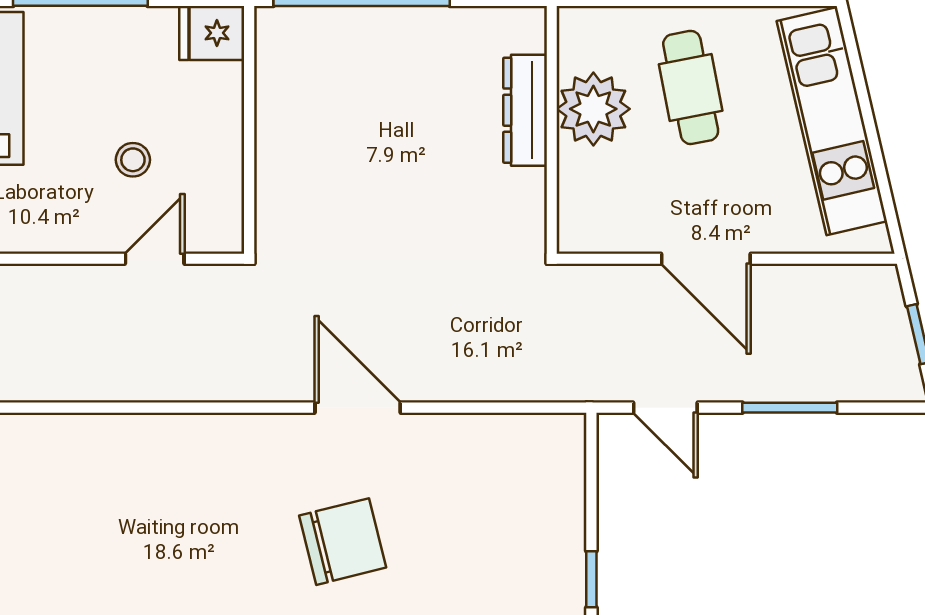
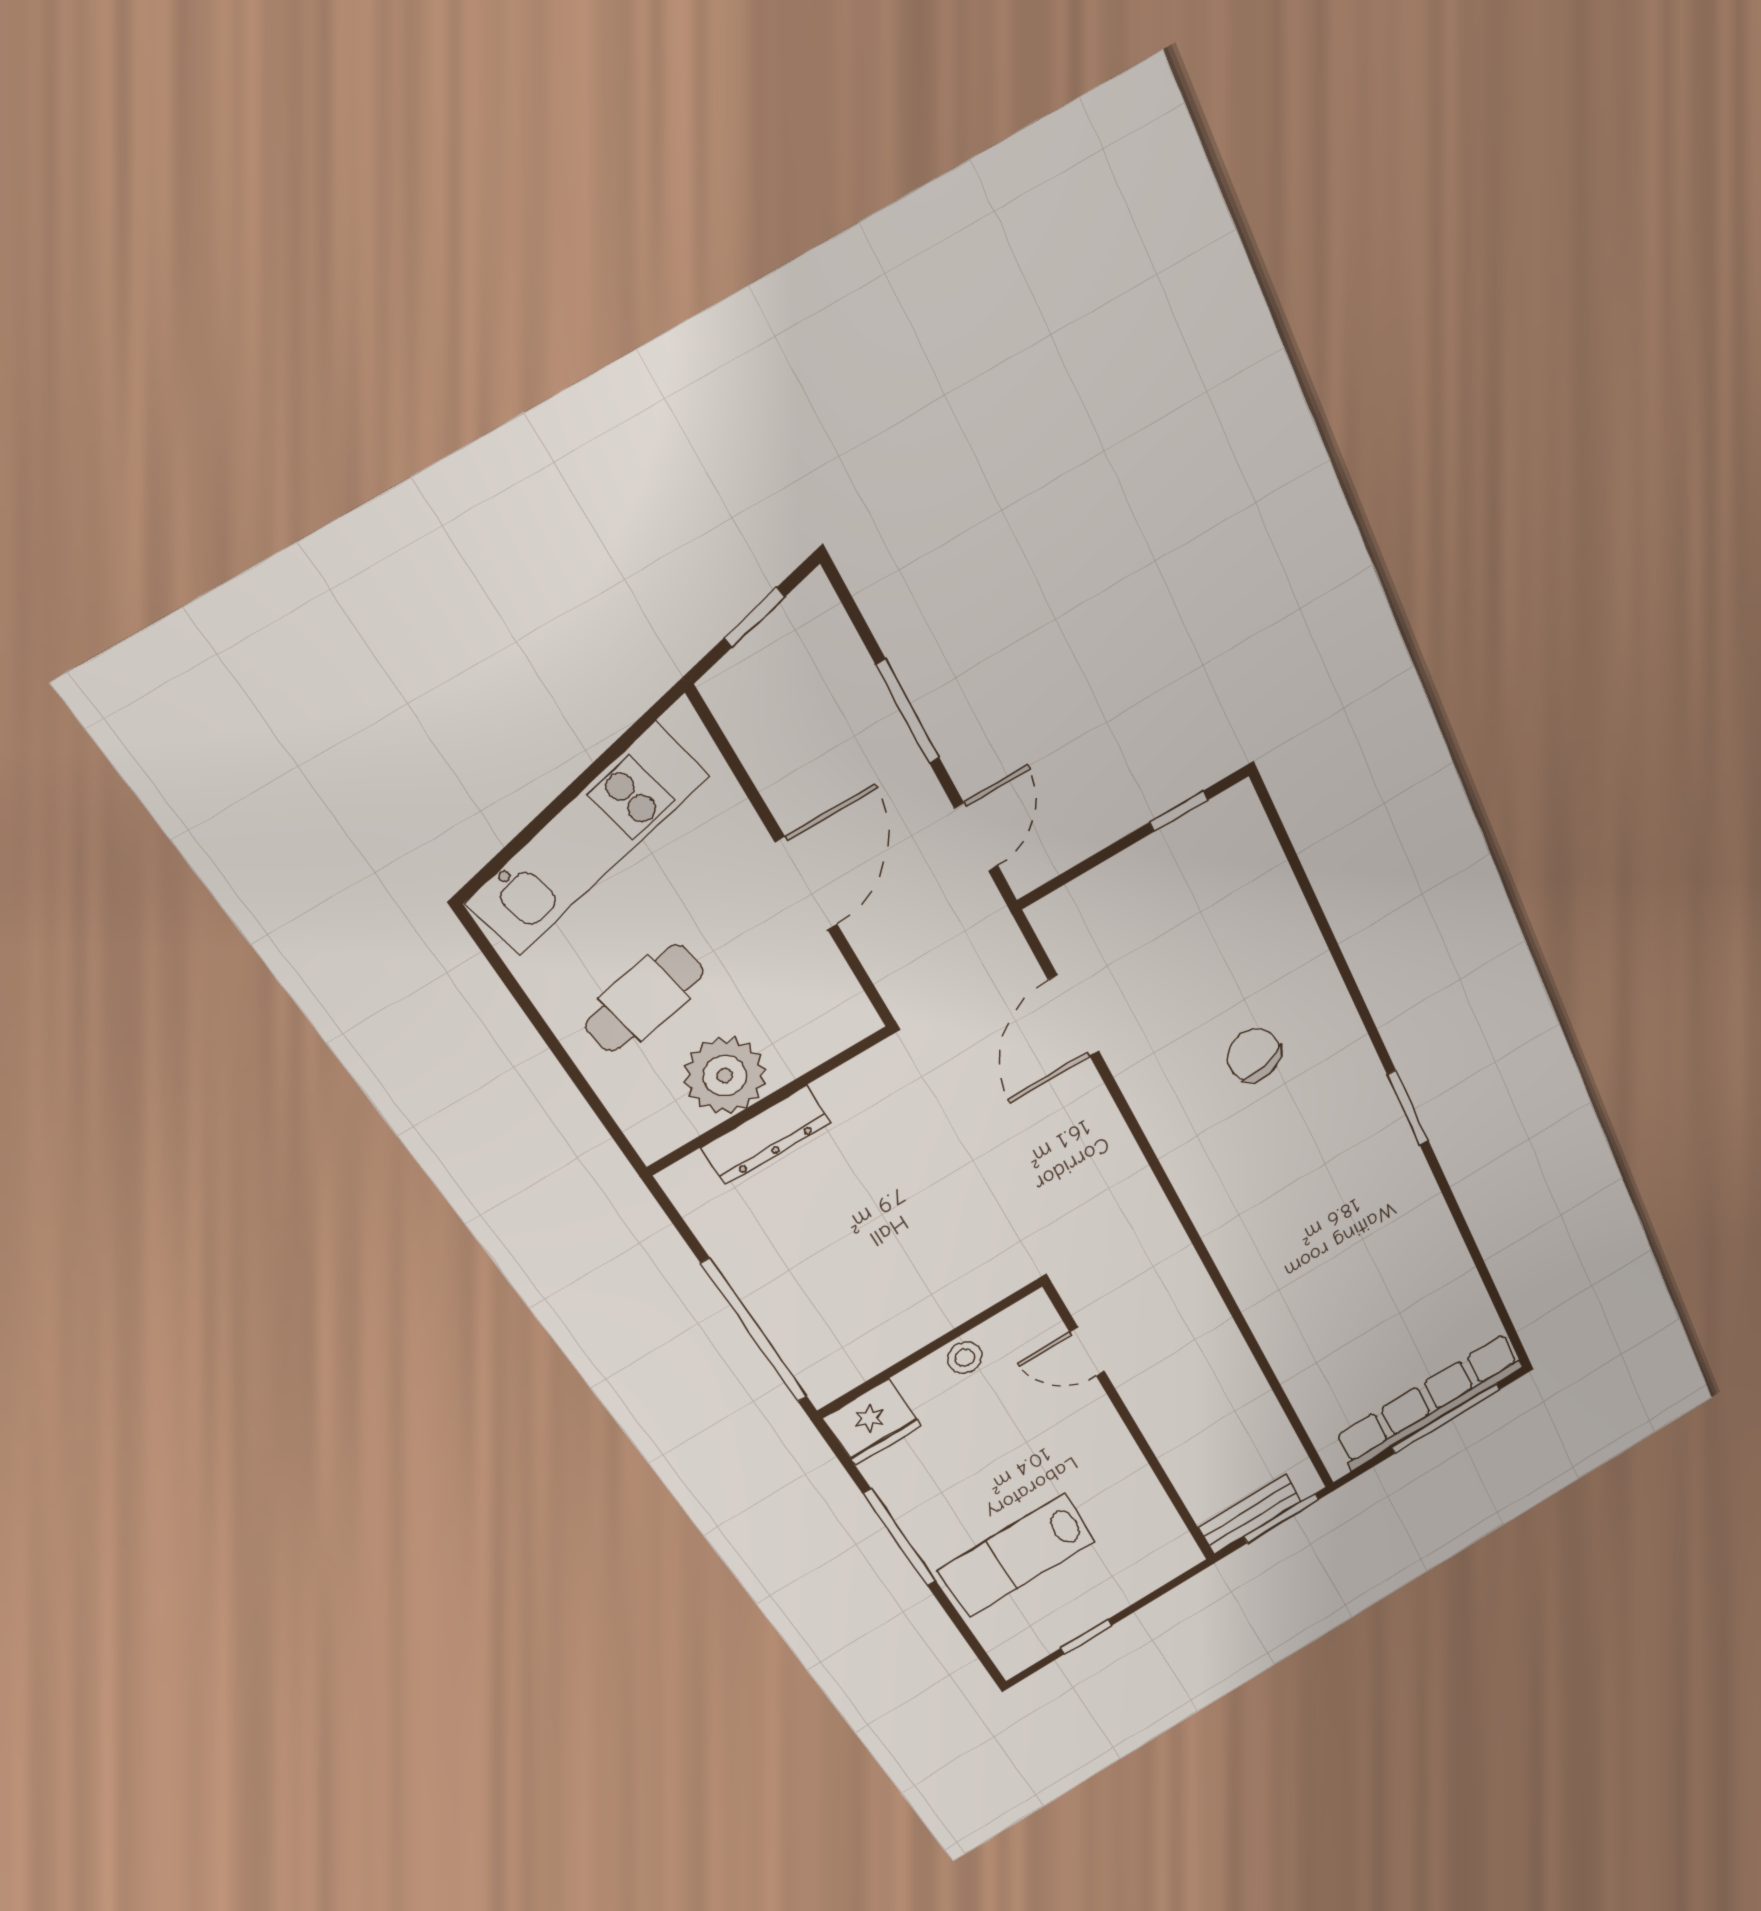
fridge: (212, 33) -> (872, 1422), width x1.38
stool: (133, 160) -> (965, 1358), moved
door: (358, 408) -> (1074, 1016), moved
chair: (343, 542) -> (1254, 1055), width x0.73, depth x0.73

